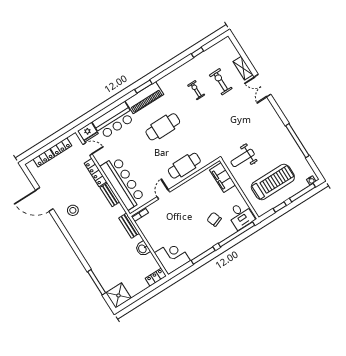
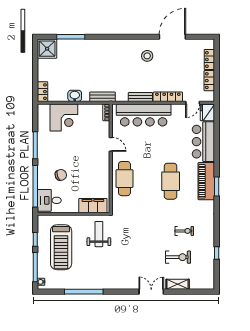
corner desk: (172, 257) -> (64, 117), moved

